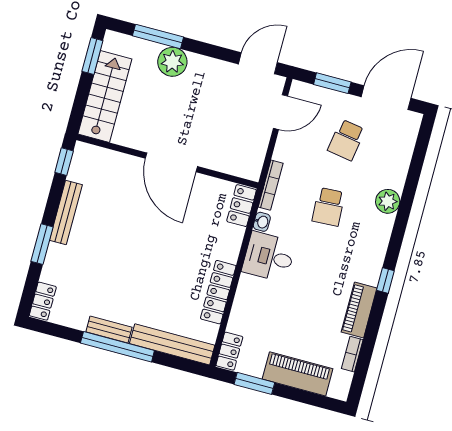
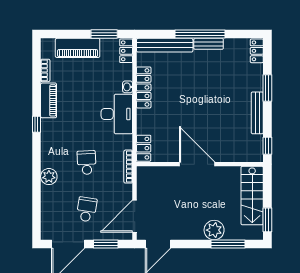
door: (280, 112) -> (135, 216), width x1.36
washbasin: (262, 222) -> (128, 87), moved
desk: (269, 257) -> (117, 114), width x1.37

